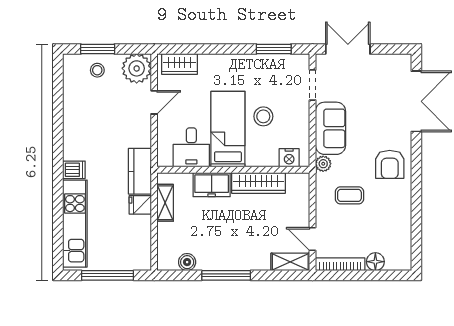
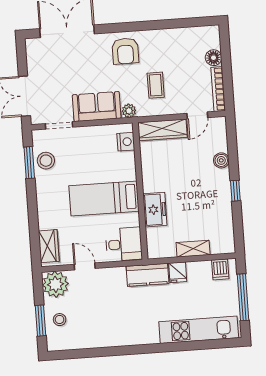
stool: (263, 116) -> (46, 161), moved
desk: (191, 147) -> (124, 244), moved
armchair: (390, 164) -> (125, 51), turned 90
dishwasher: (74, 170) -> (220, 269), moved, turned 180
wardrobe: (258, 183) -> (162, 130), moved, turned 90
shelving: (165, 203) -> (193, 249), moved
boiler: (187, 262) -> (221, 160), moved
shelving: (290, 262) -> (219, 134), removed
window: (226, 275) -> (235, 191), width x0.46

